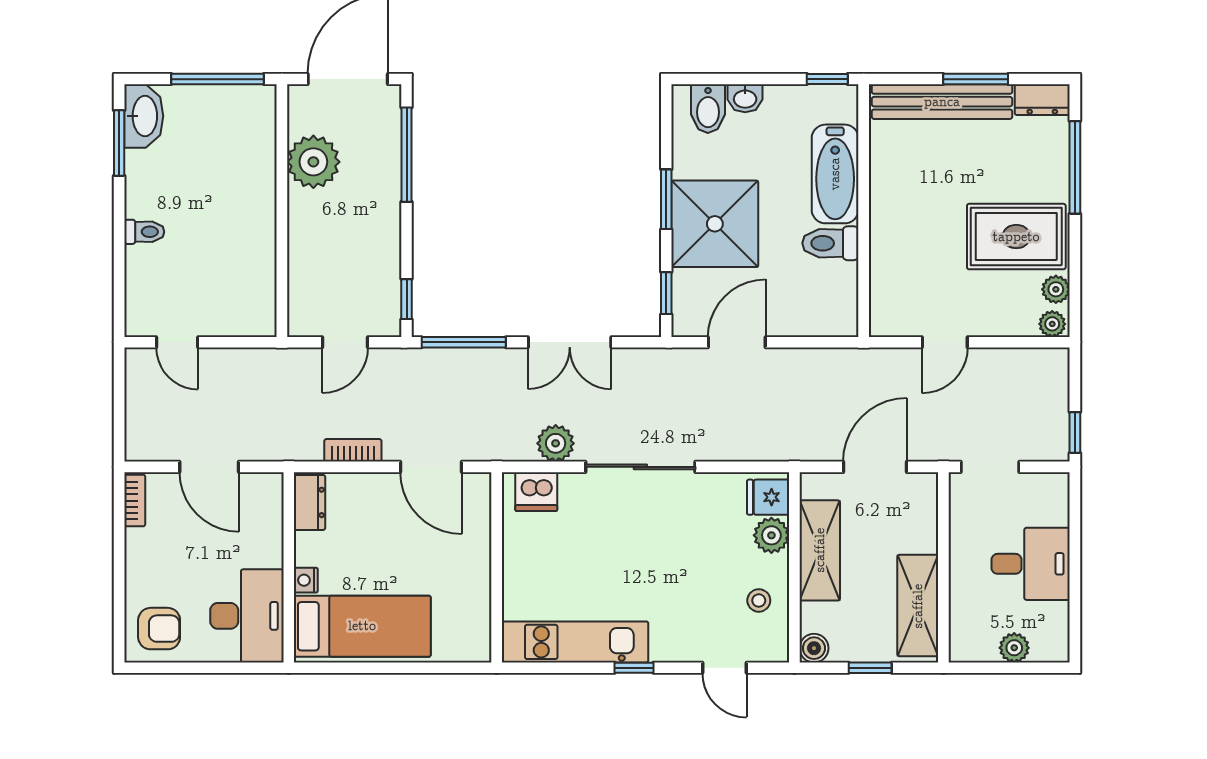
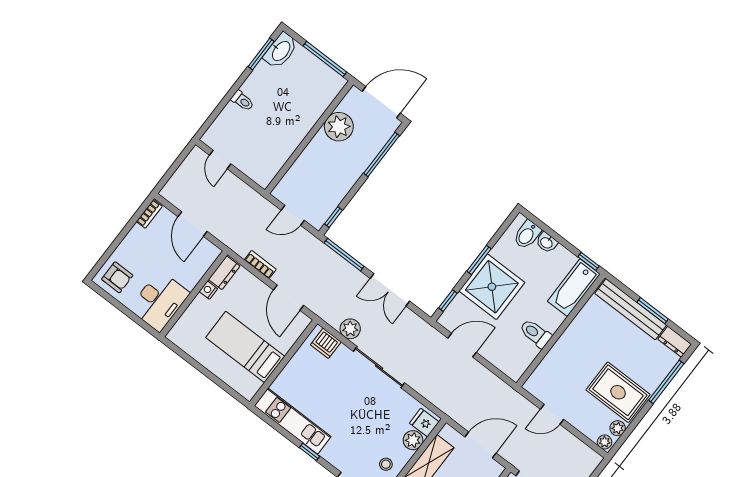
bathtub: (835, 174) -> (574, 288), moved
nightstand: (306, 580) -> (208, 290), moved
bed: (362, 626) -> (245, 347), moved, turned 180

